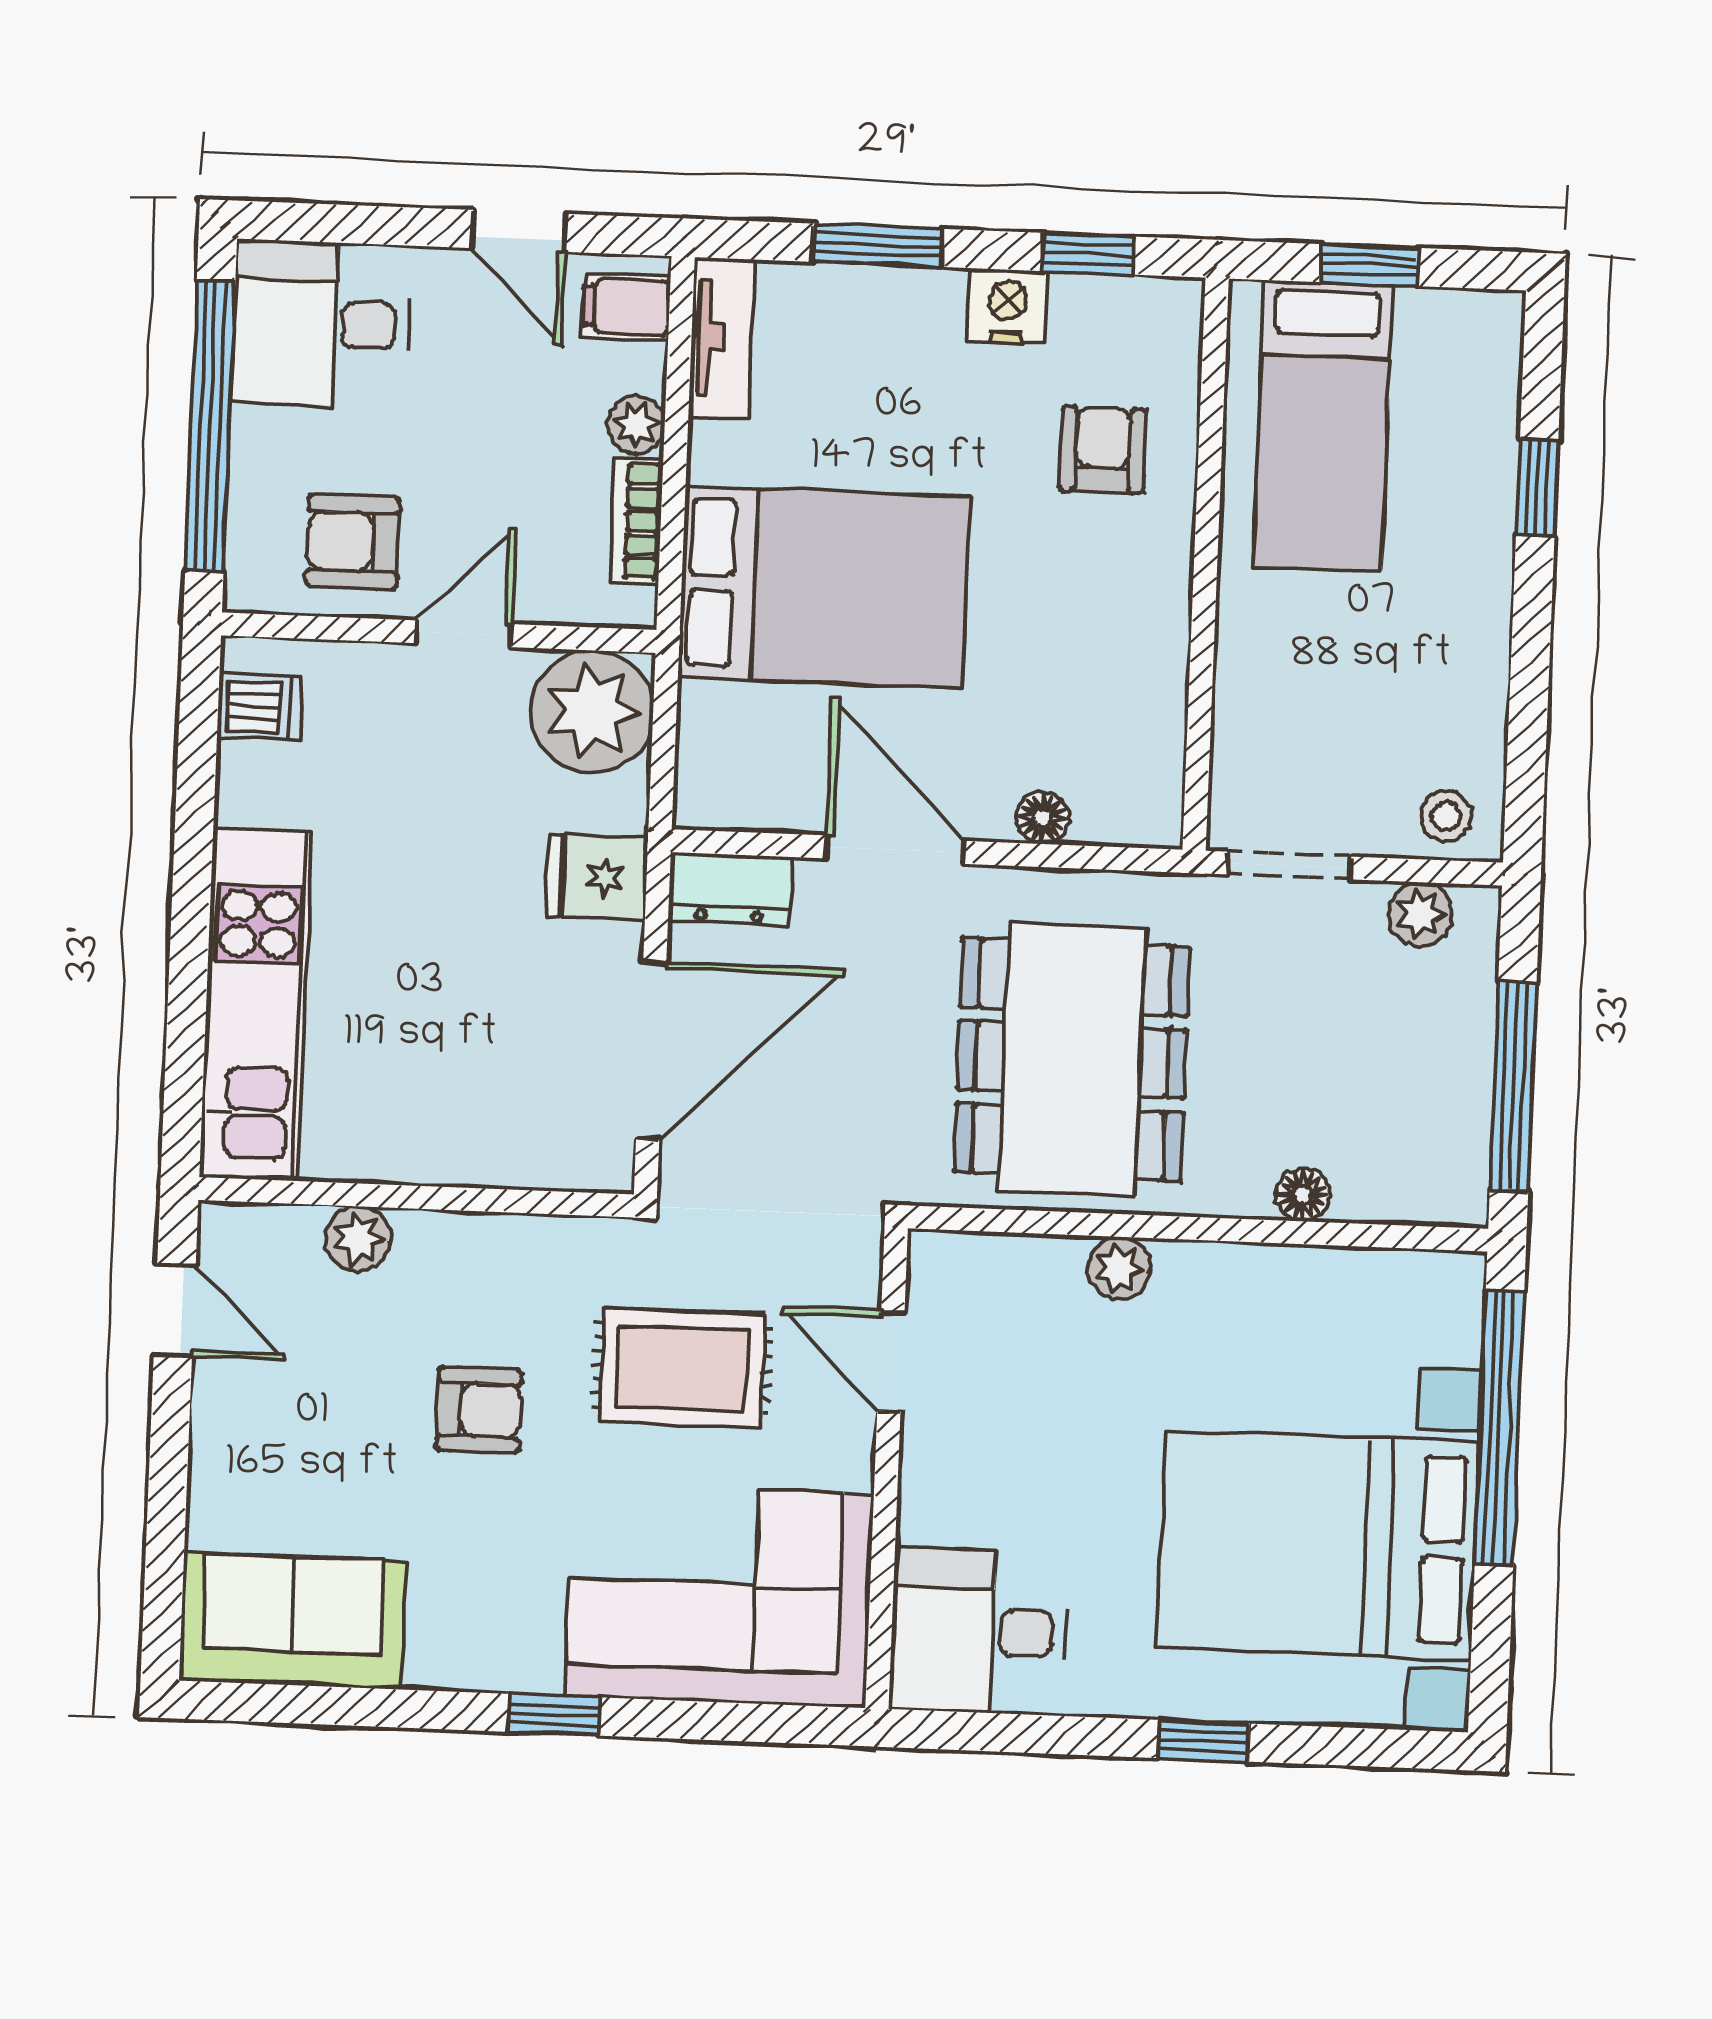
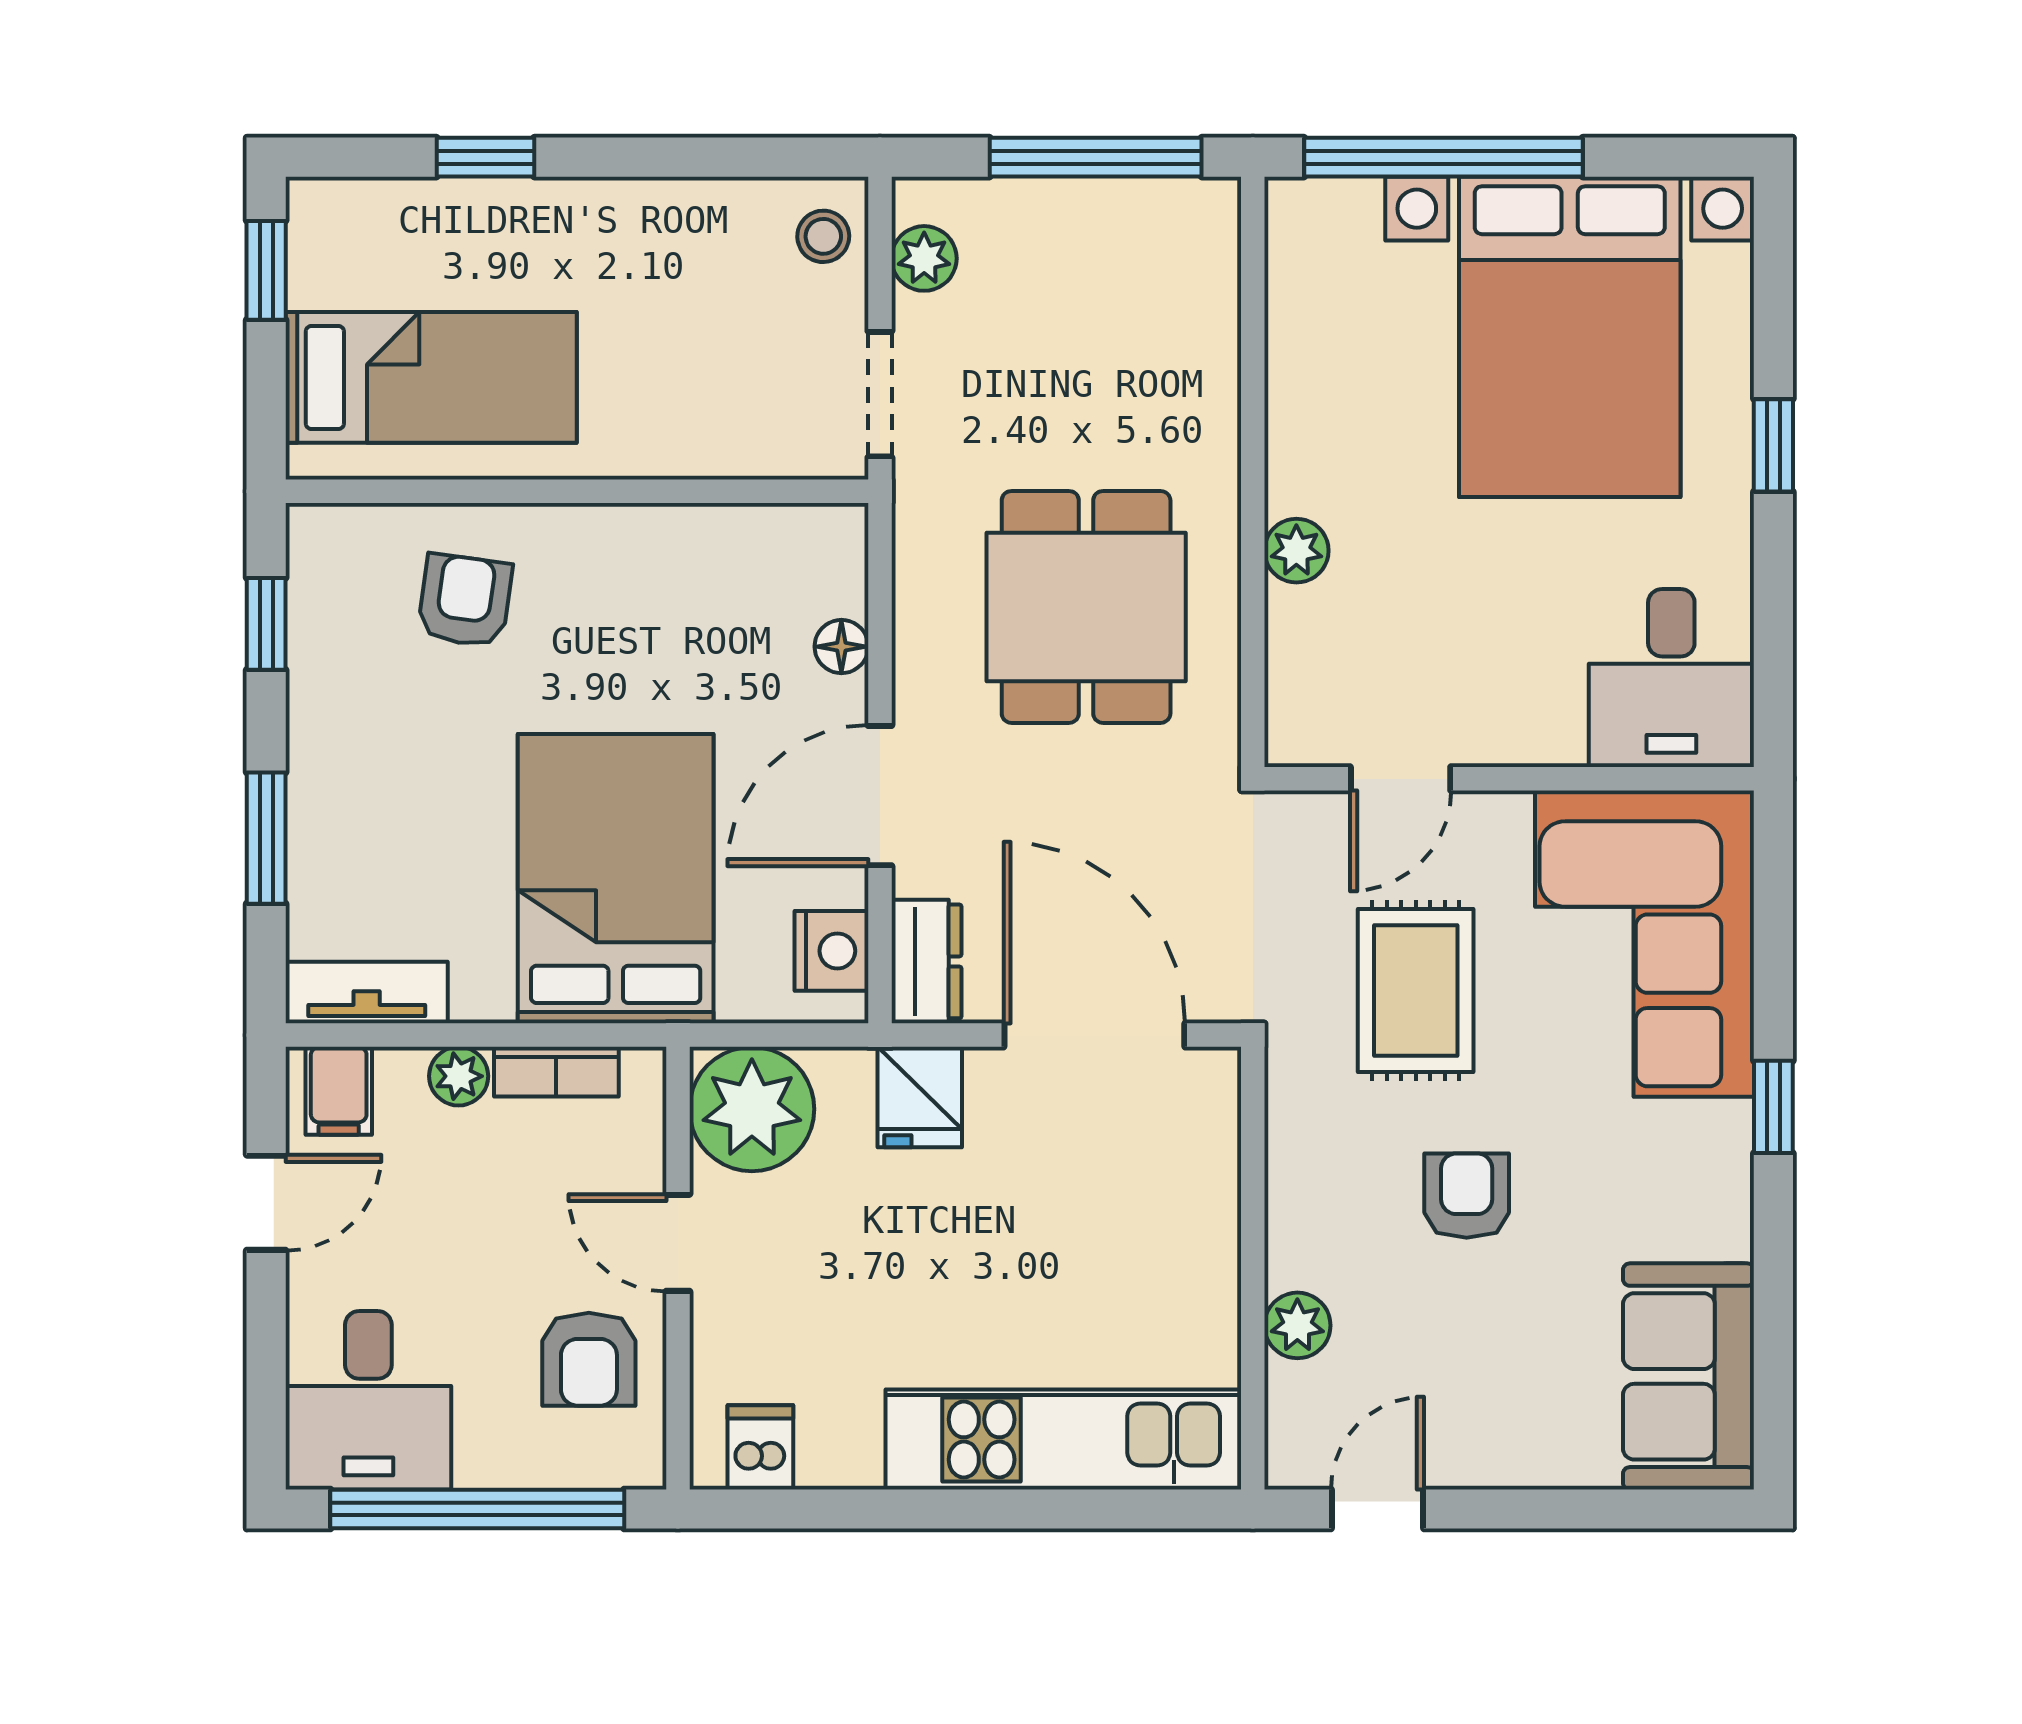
window: (1369, 265) -> (266, 270), moved
nightstand: (1008, 306) -> (831, 951), moved, turned 180
armchair: (1103, 450) -> (465, 601), turned 98
dining table: (1072, 1059) -> (1086, 607), width x0.73
floor lamp: (1303, 1195) -> (1214, 367), removed

